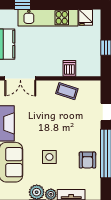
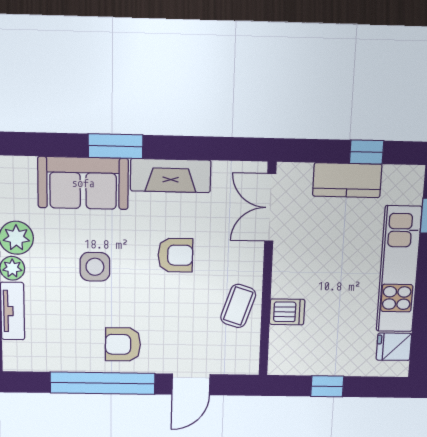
armchair: (43, 121) -> (175, 255), added
armchair: (87, 160) -> (123, 344), moved

